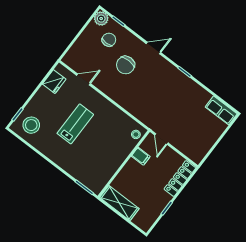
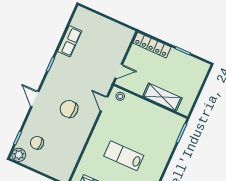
chair: (126, 65) -> (69, 109), moved, turned 180
door: (83, 79) -> (104, 104), moved
row of seats: (221, 110) -> (70, 41), moved
filing cabinet: (141, 156) -> (140, 87), removed
shelving: (119, 203) -> (162, 97), moved, turned 90

